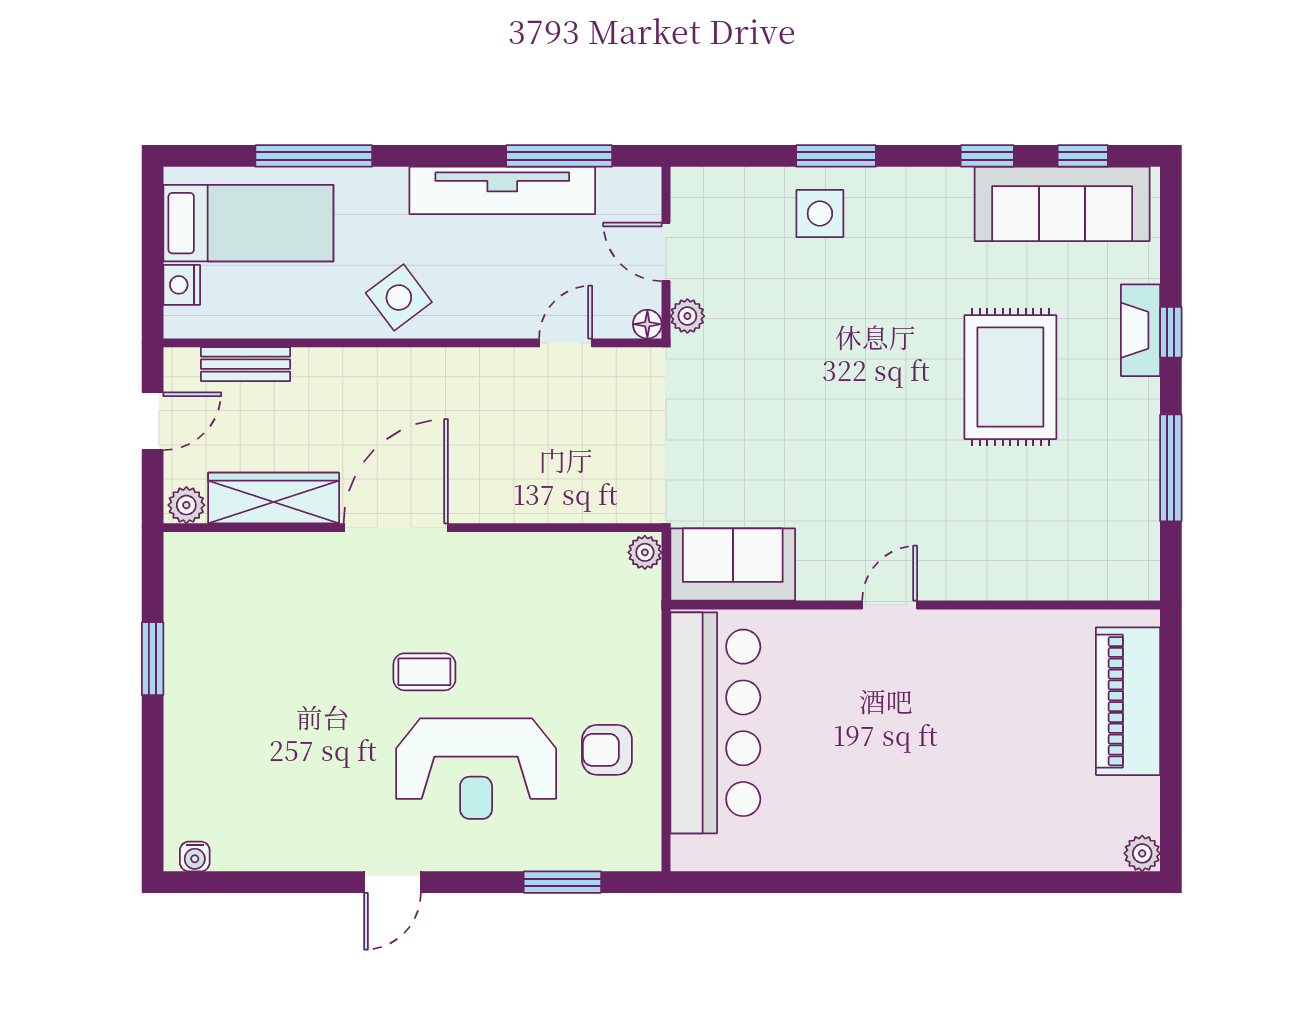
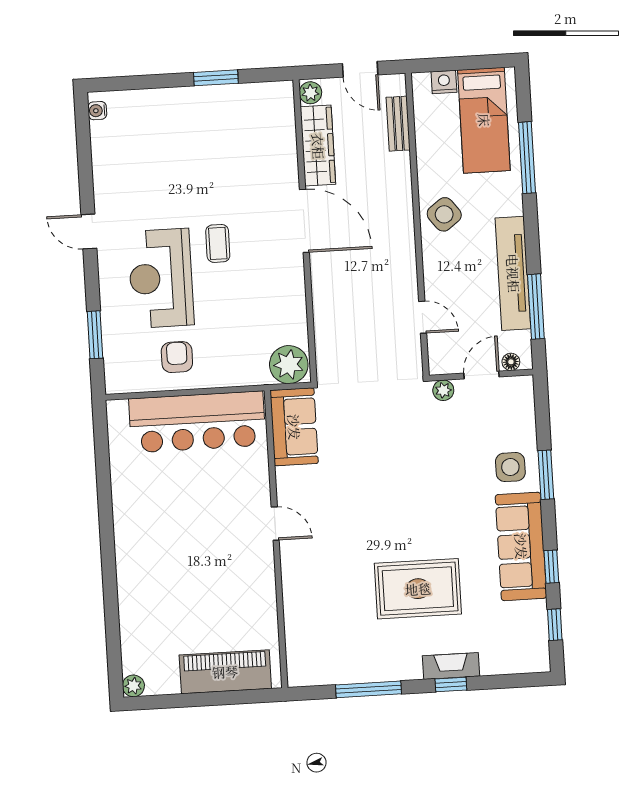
sofa: (1062, 204) -> (521, 546), moved
floor lamp: (647, 324) -> (511, 362), moved
plant: (645, 552) -> (289, 365), width x1.87, depth x1.87

